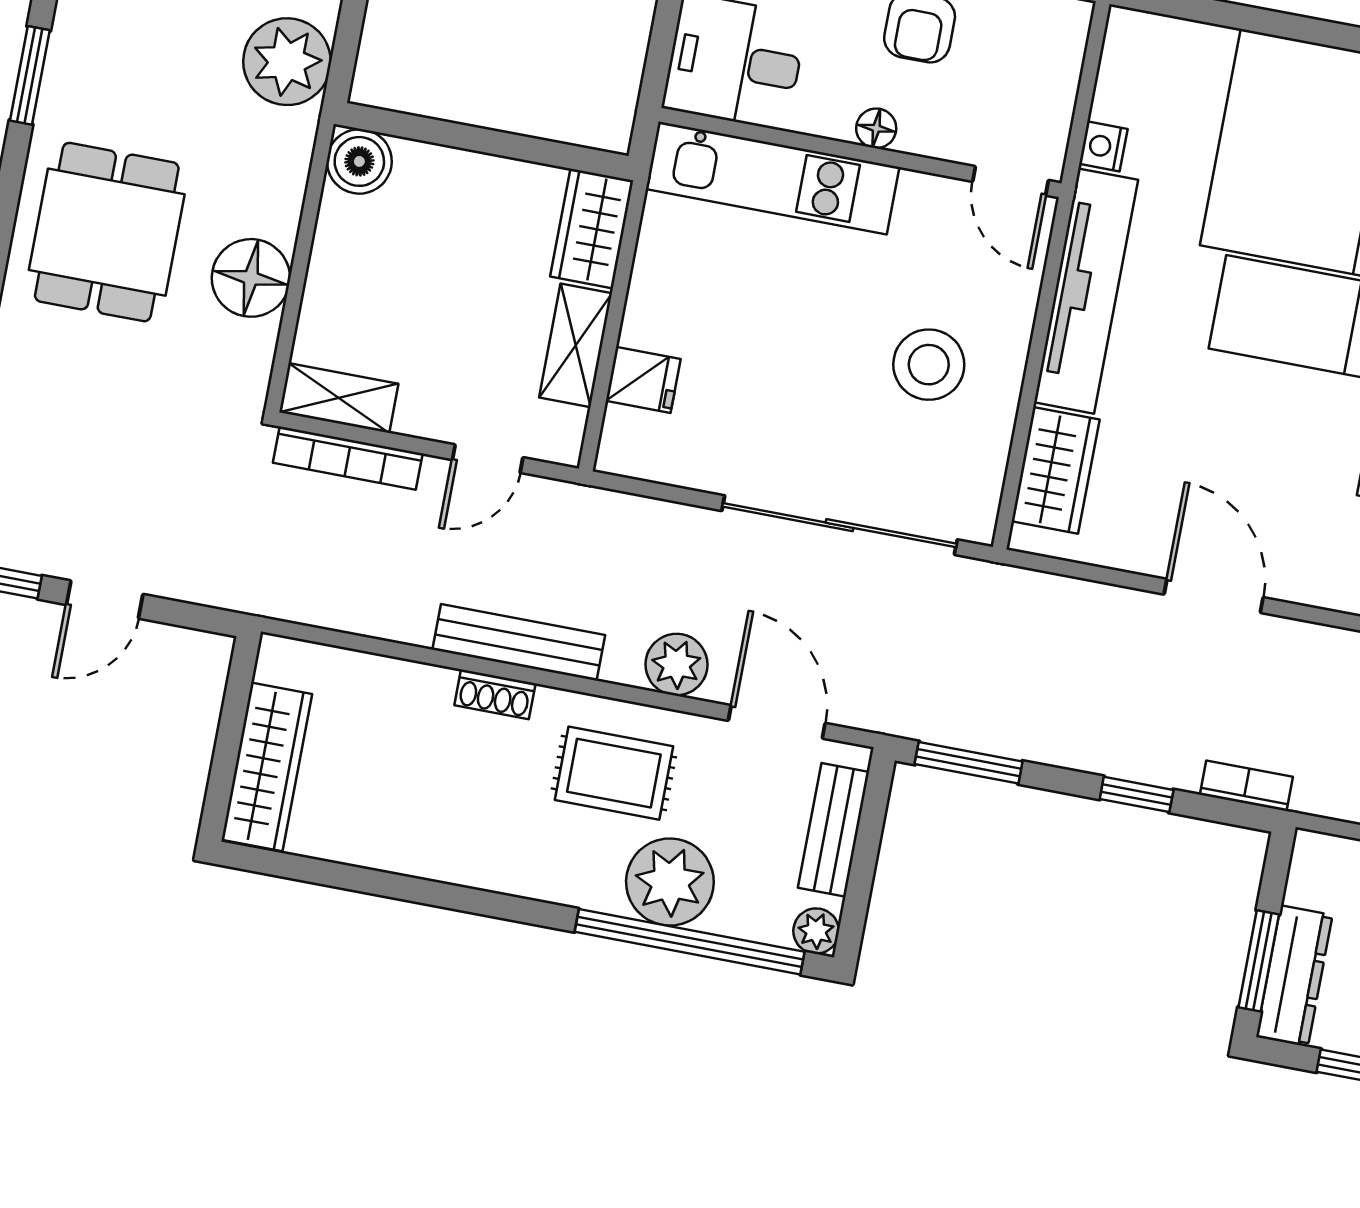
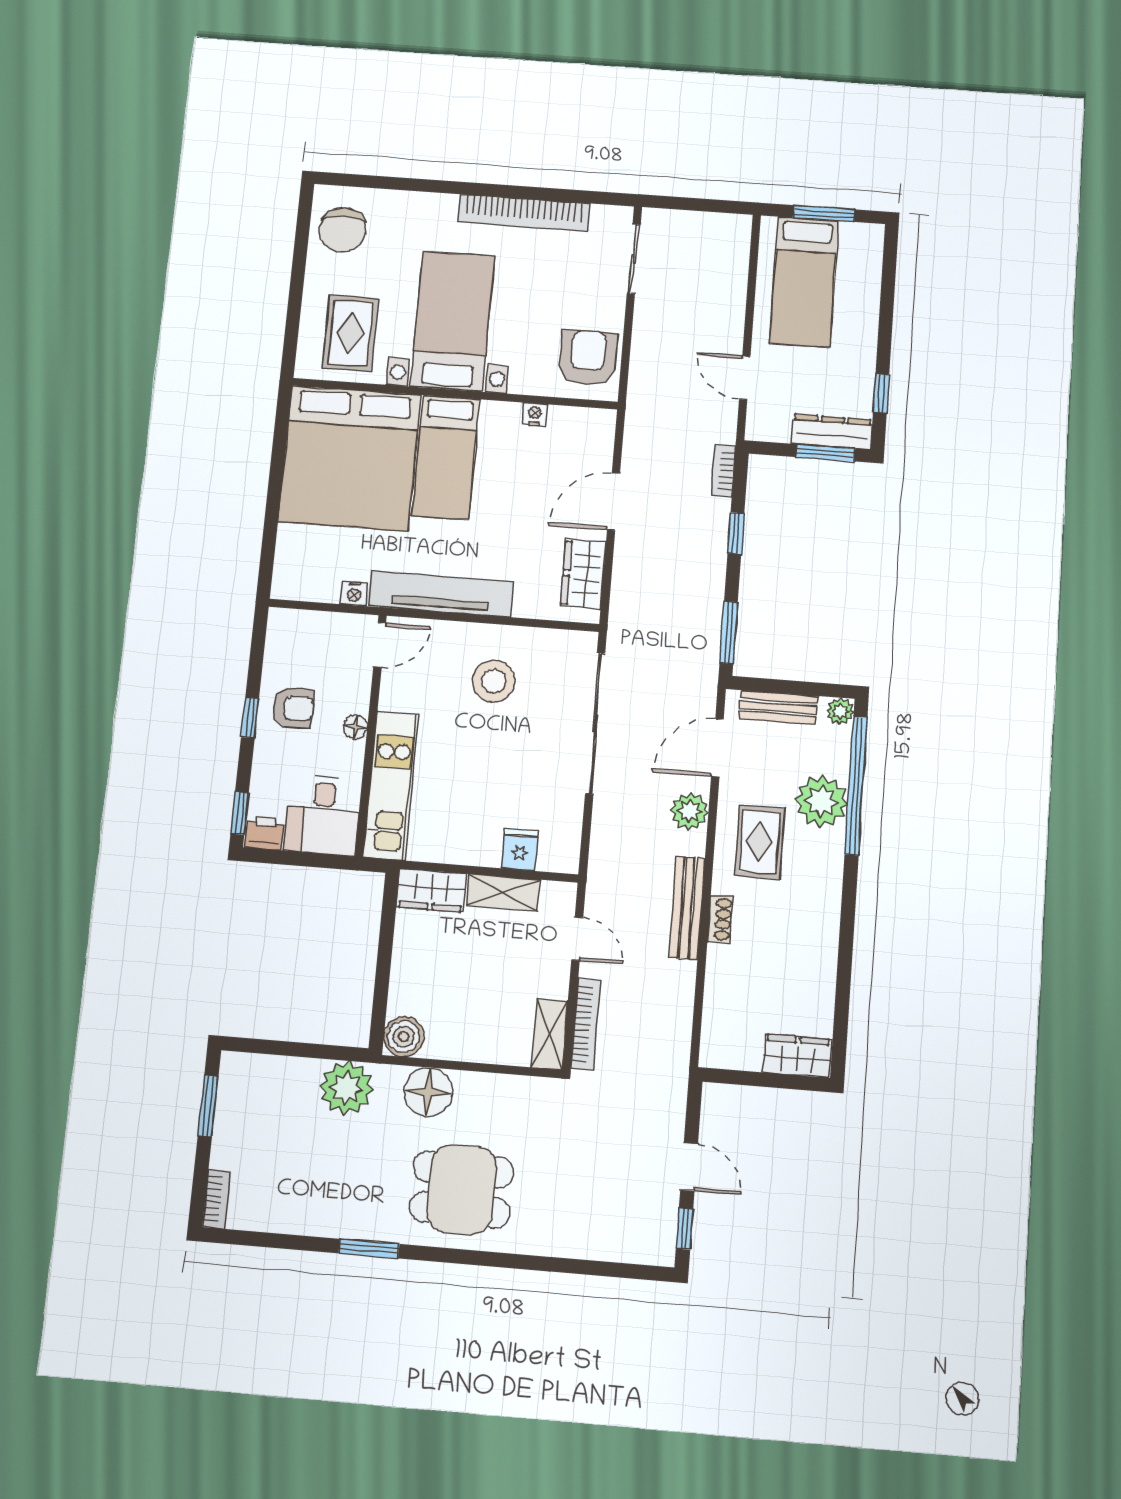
floor lamp: (251, 278) -> (428, 1092), moved
wardrobe: (1056, 470) -> (583, 574), moved, turned -90
wardrobe: (267, 767) -> (797, 1056), width x0.67

